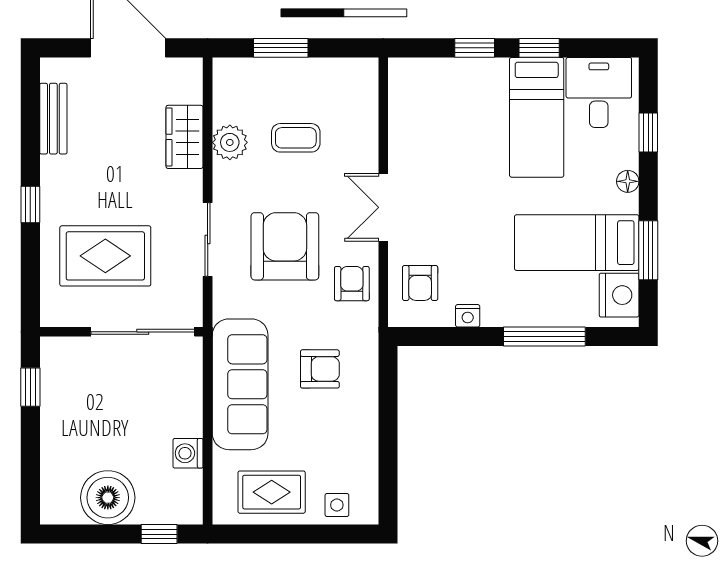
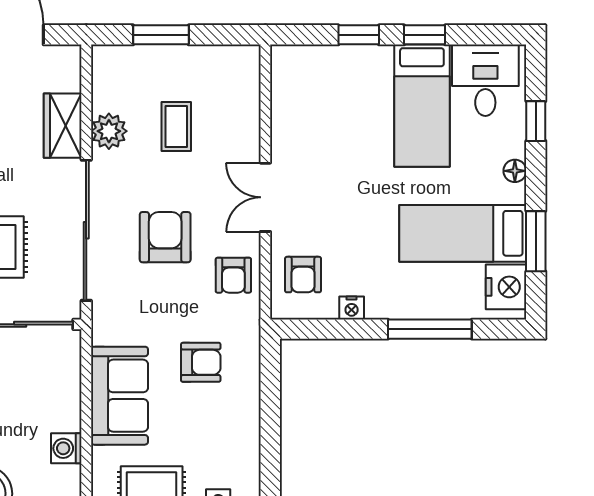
coffee table: (296, 138) -> (176, 126), turned 90
sliding door: (208, 240) -> (86, 230), width x1.86
armchair: (285, 246) -> (165, 237), width x0.73, depth x0.73
armchair: (352, 284) -> (233, 275), turned 180
sofa: (240, 384) -> (119, 396), width x0.73

